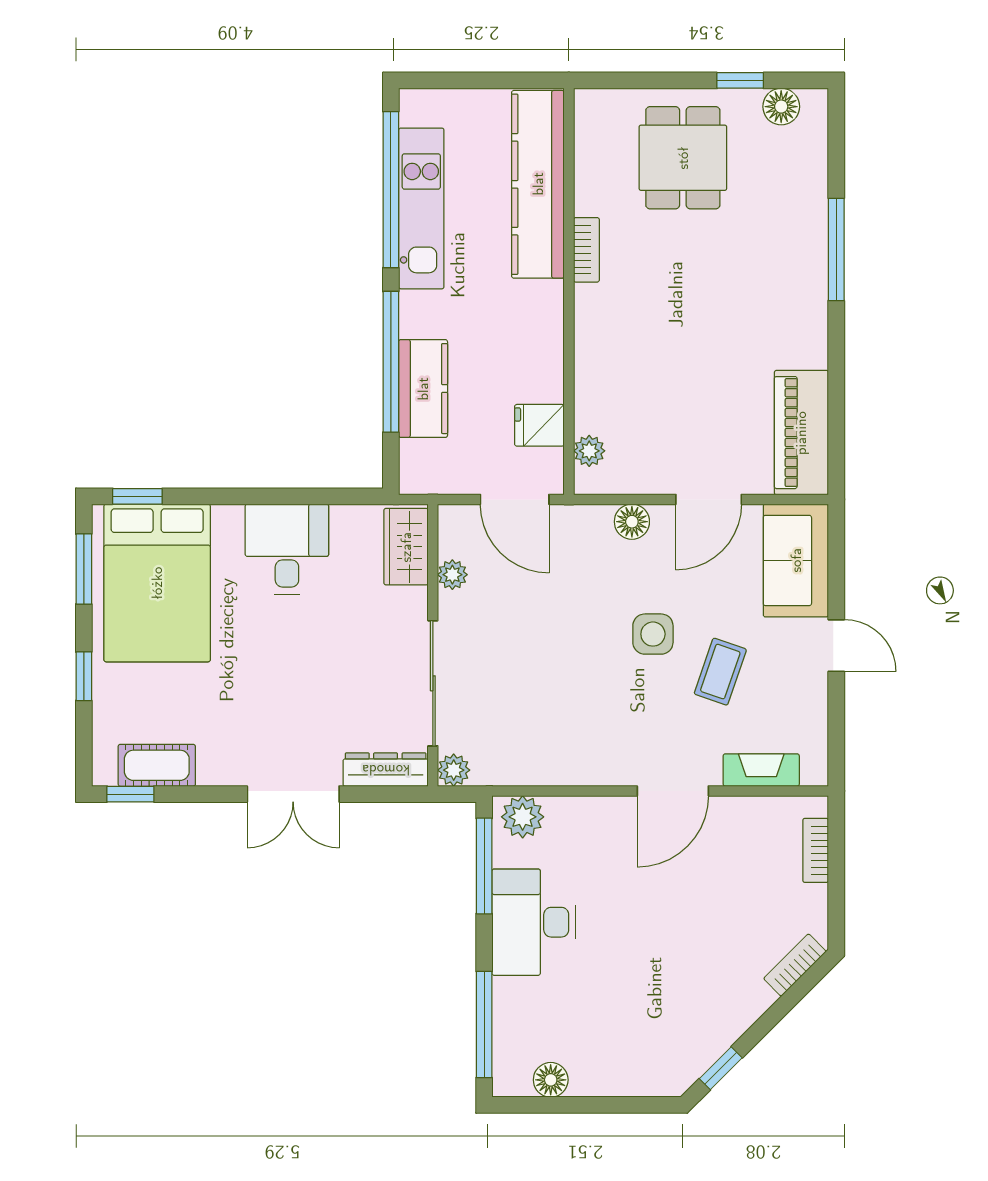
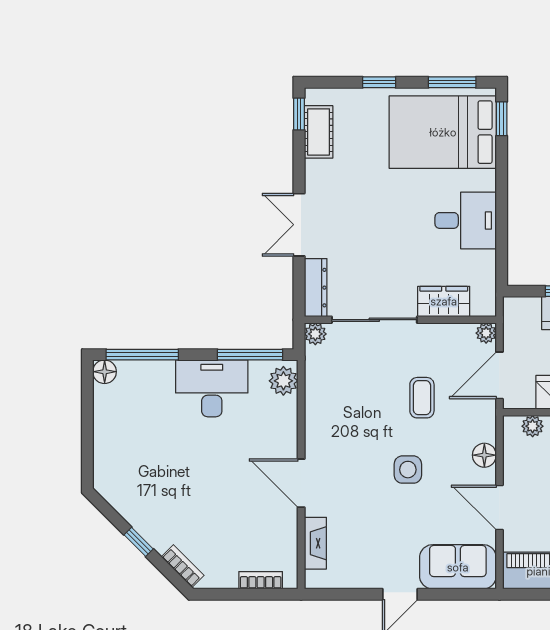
wardrobe: (406, 547) -> (444, 301), moved
plant: (452, 575) -> (486, 333), moved
coffee table: (720, 672) -> (422, 398), moved, turned 71
window: (721, 1068) -> (139, 542), moved
floor lamp: (551, 1080) -> (105, 372), moved

